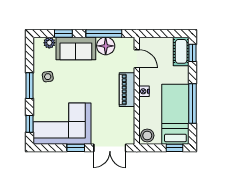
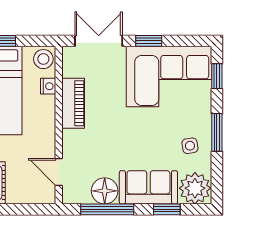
plant: (49, 43) -> (195, 188), width x1.87, depth x1.87
piano: (127, 90) -> (73, 103), moved
nightstand: (144, 91) -> (48, 86), moved

